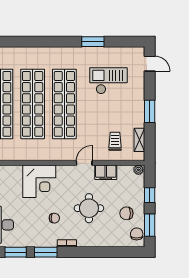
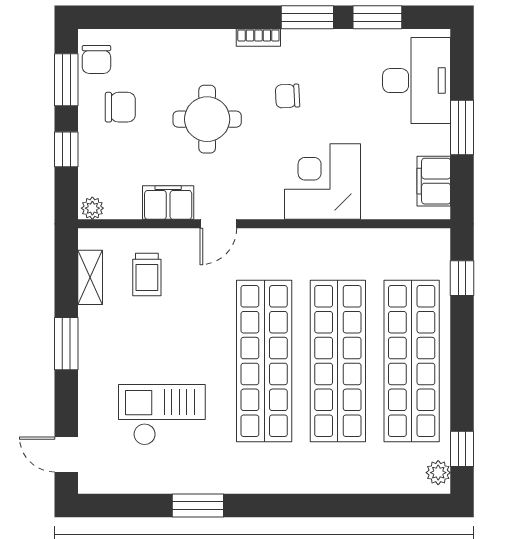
checkout: (108, 81) -> (162, 415), turned 180

